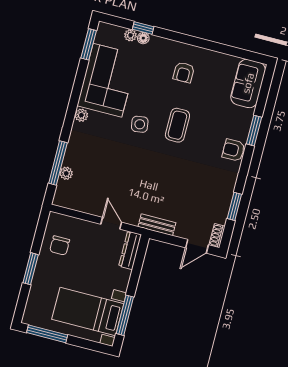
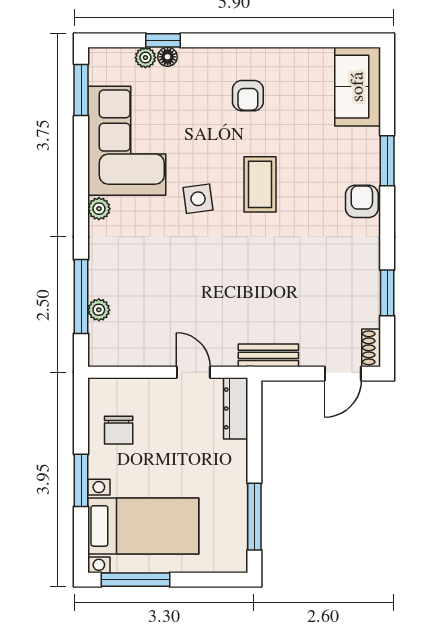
armchair: (233, 150) -> (362, 201), turned 90
bed with nightstands: (88, 311) -> (143, 526), moved, turned 180

